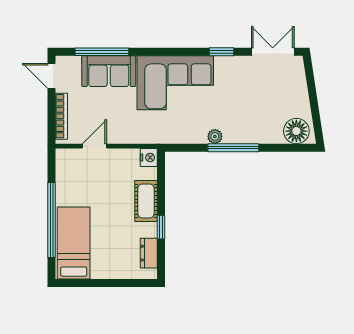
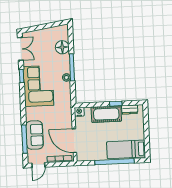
double door: (273, 52) -> (20, 49), swing flipped
corner sofa: (175, 83) -> (38, 86), moved
floor lamp: (296, 131) -> (62, 47), moved
door: (95, 146) -> (74, 141), width x1.87
cot: (146, 201) -> (106, 114), width x1.37, depth x1.34

